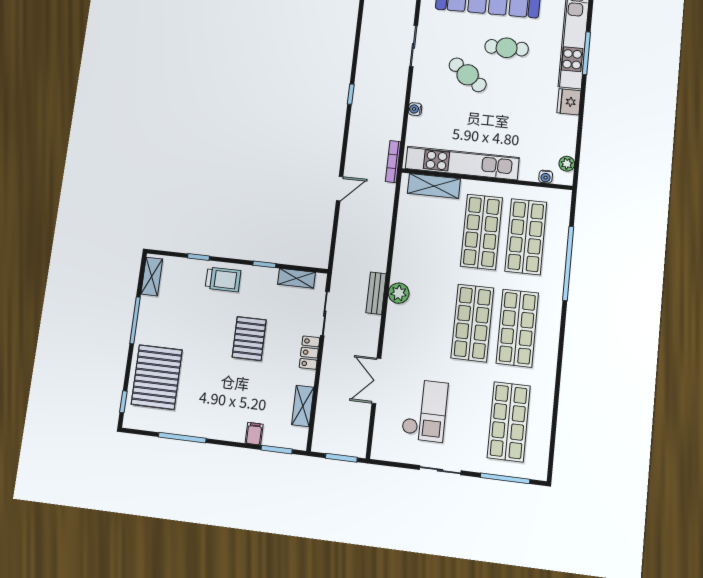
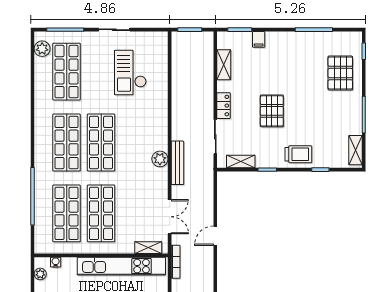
shelving: (434, 186) -> (148, 248), width x0.67, depth x0.75
trolley: (223, 279) -> (298, 154), turned 180
bench: (376, 293) -> (177, 163), width x1.36
pallet: (157, 377) -> (340, 73), width x0.73, depth x0.71
double door: (376, 381) -> (170, 217), moved
plant: (538, 456) -> (42, 49), added

